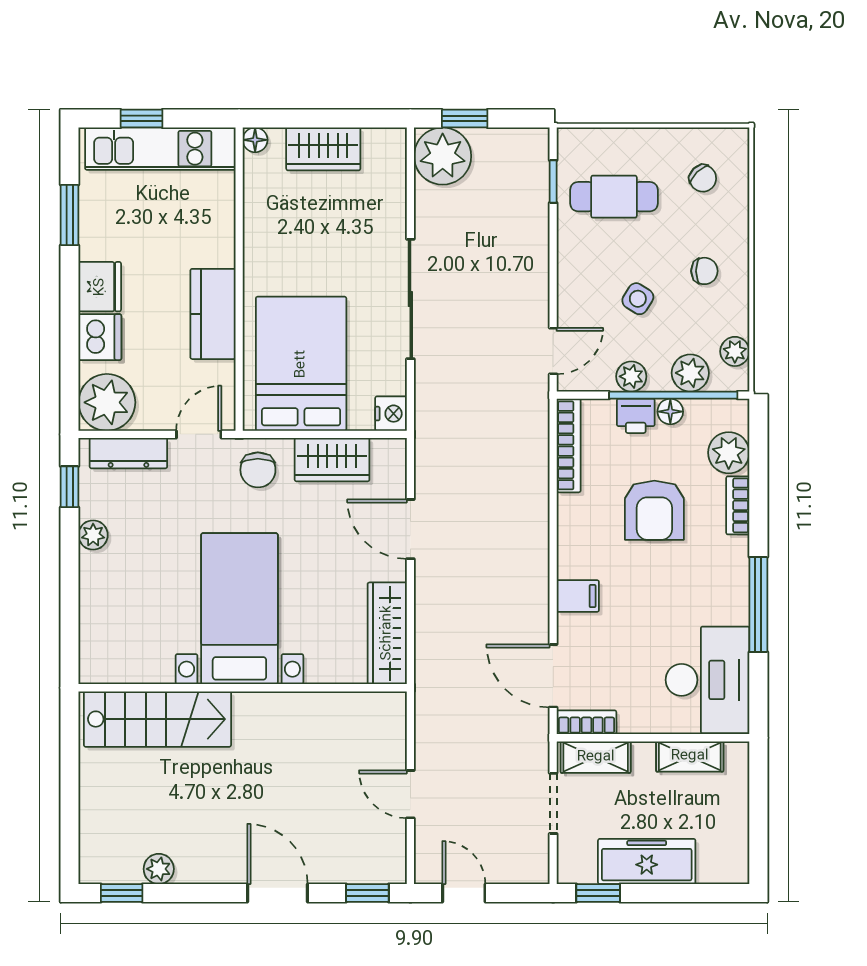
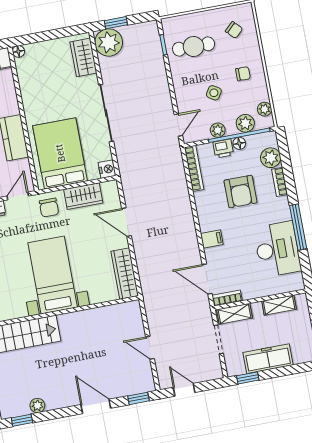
wardrobe: (323, 149) -> (83, 57), moved, turned 90
desk: (708, 680) -> (277, 249), moved

